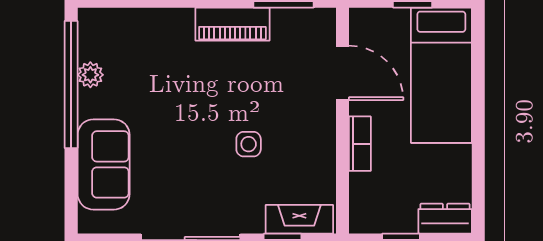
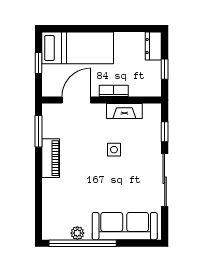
sofa: (104, 164) -> (125, 226), width x1.36
fireplace: (299, 219) -> (124, 111), moved, turned -90

